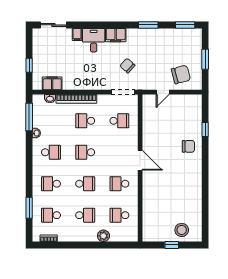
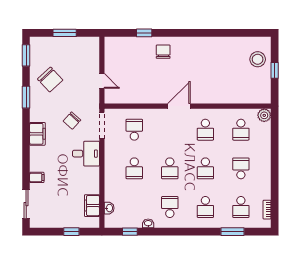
desk: (94, 40) -> (86, 154), moved, turned 180
chair: (181, 74) -> (50, 80), moved, turned 152
bookcase: (76, 99) -> (109, 178), removed
window: (29, 117) -> (130, 232), width x0.46
school desk: (85, 184) -> (205, 168), turned 180
plant: (103, 236) -> (264, 115), moved

